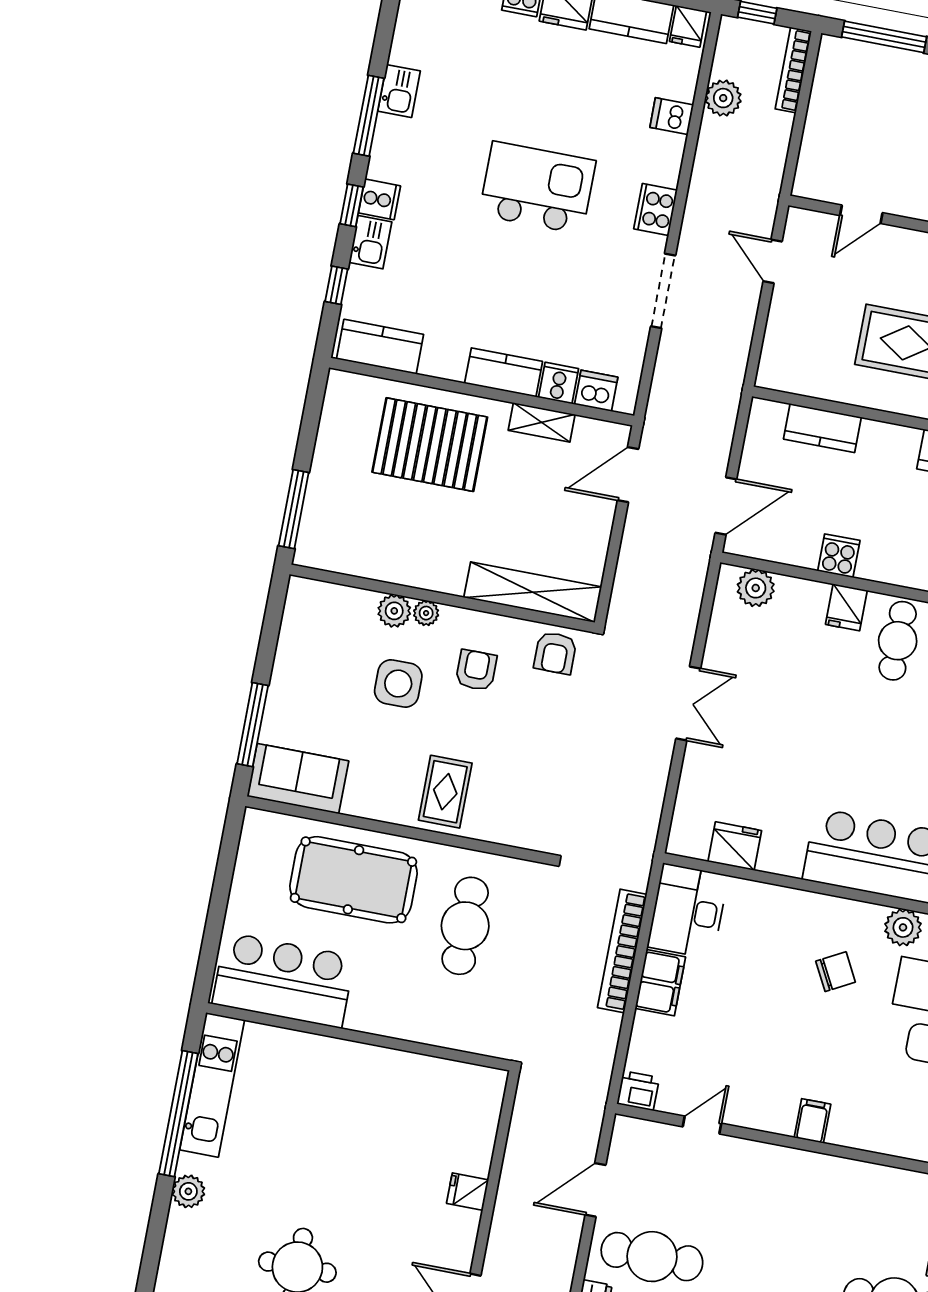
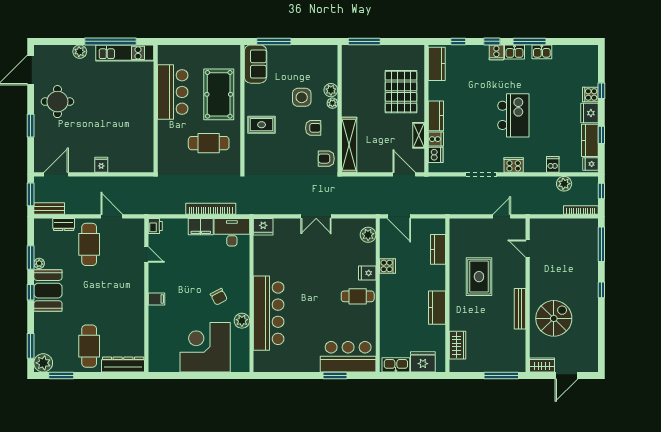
kitchen sink: (370, 242) -> (514, 52), moved
fridge: (735, 846) -> (263, 227), moved, turned 90
bar counter: (283, 980) -> (173, 92), moved

